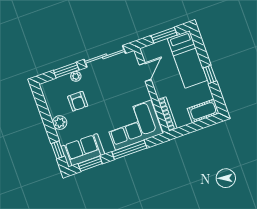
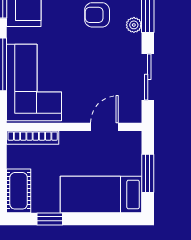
sliding door: (105, 56) -> (148, 77), width x0.73
door: (145, 72) -> (104, 127), swing flipped
window: (210, 75) -> (50, 219), moved

